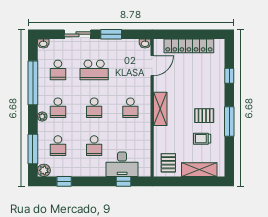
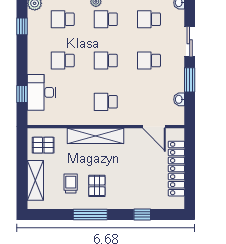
washbasin: (145, 43) -> (179, 99), moved
school desk: (94, 70) -> (149, 61), width x0.54
shelving: (160, 109) -> (96, 136), width x1.47

